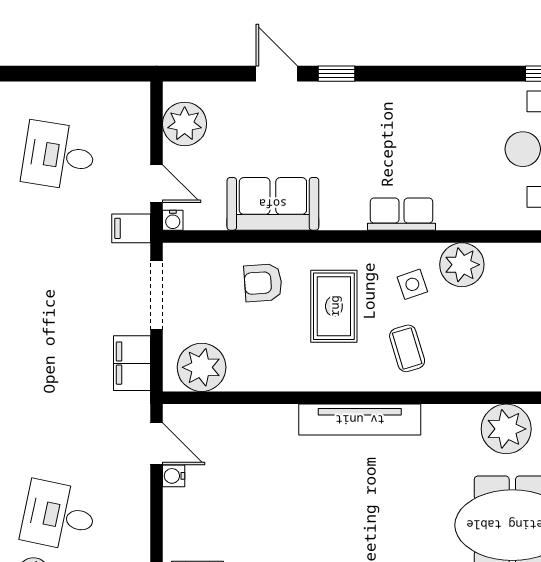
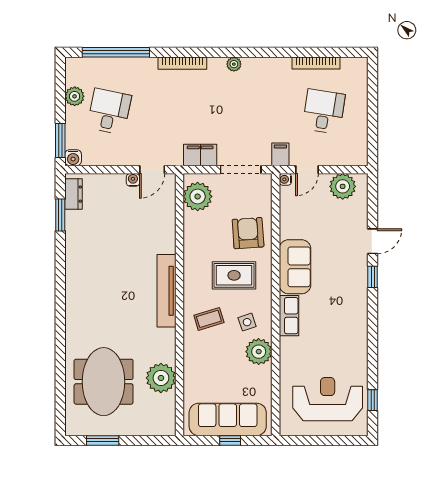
sofa: (273, 204) -> (295, 267), moved
armchair: (263, 283) -> (248, 233), width x1.38, depth x1.38

